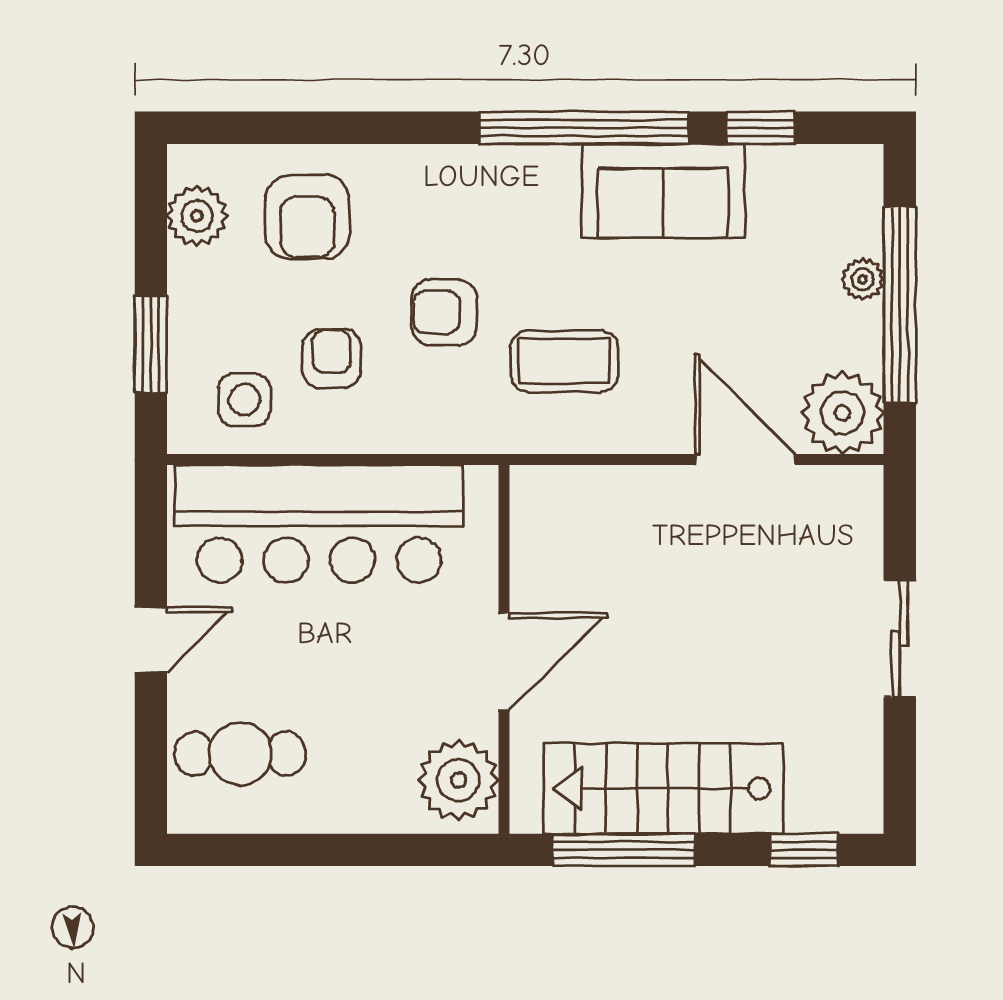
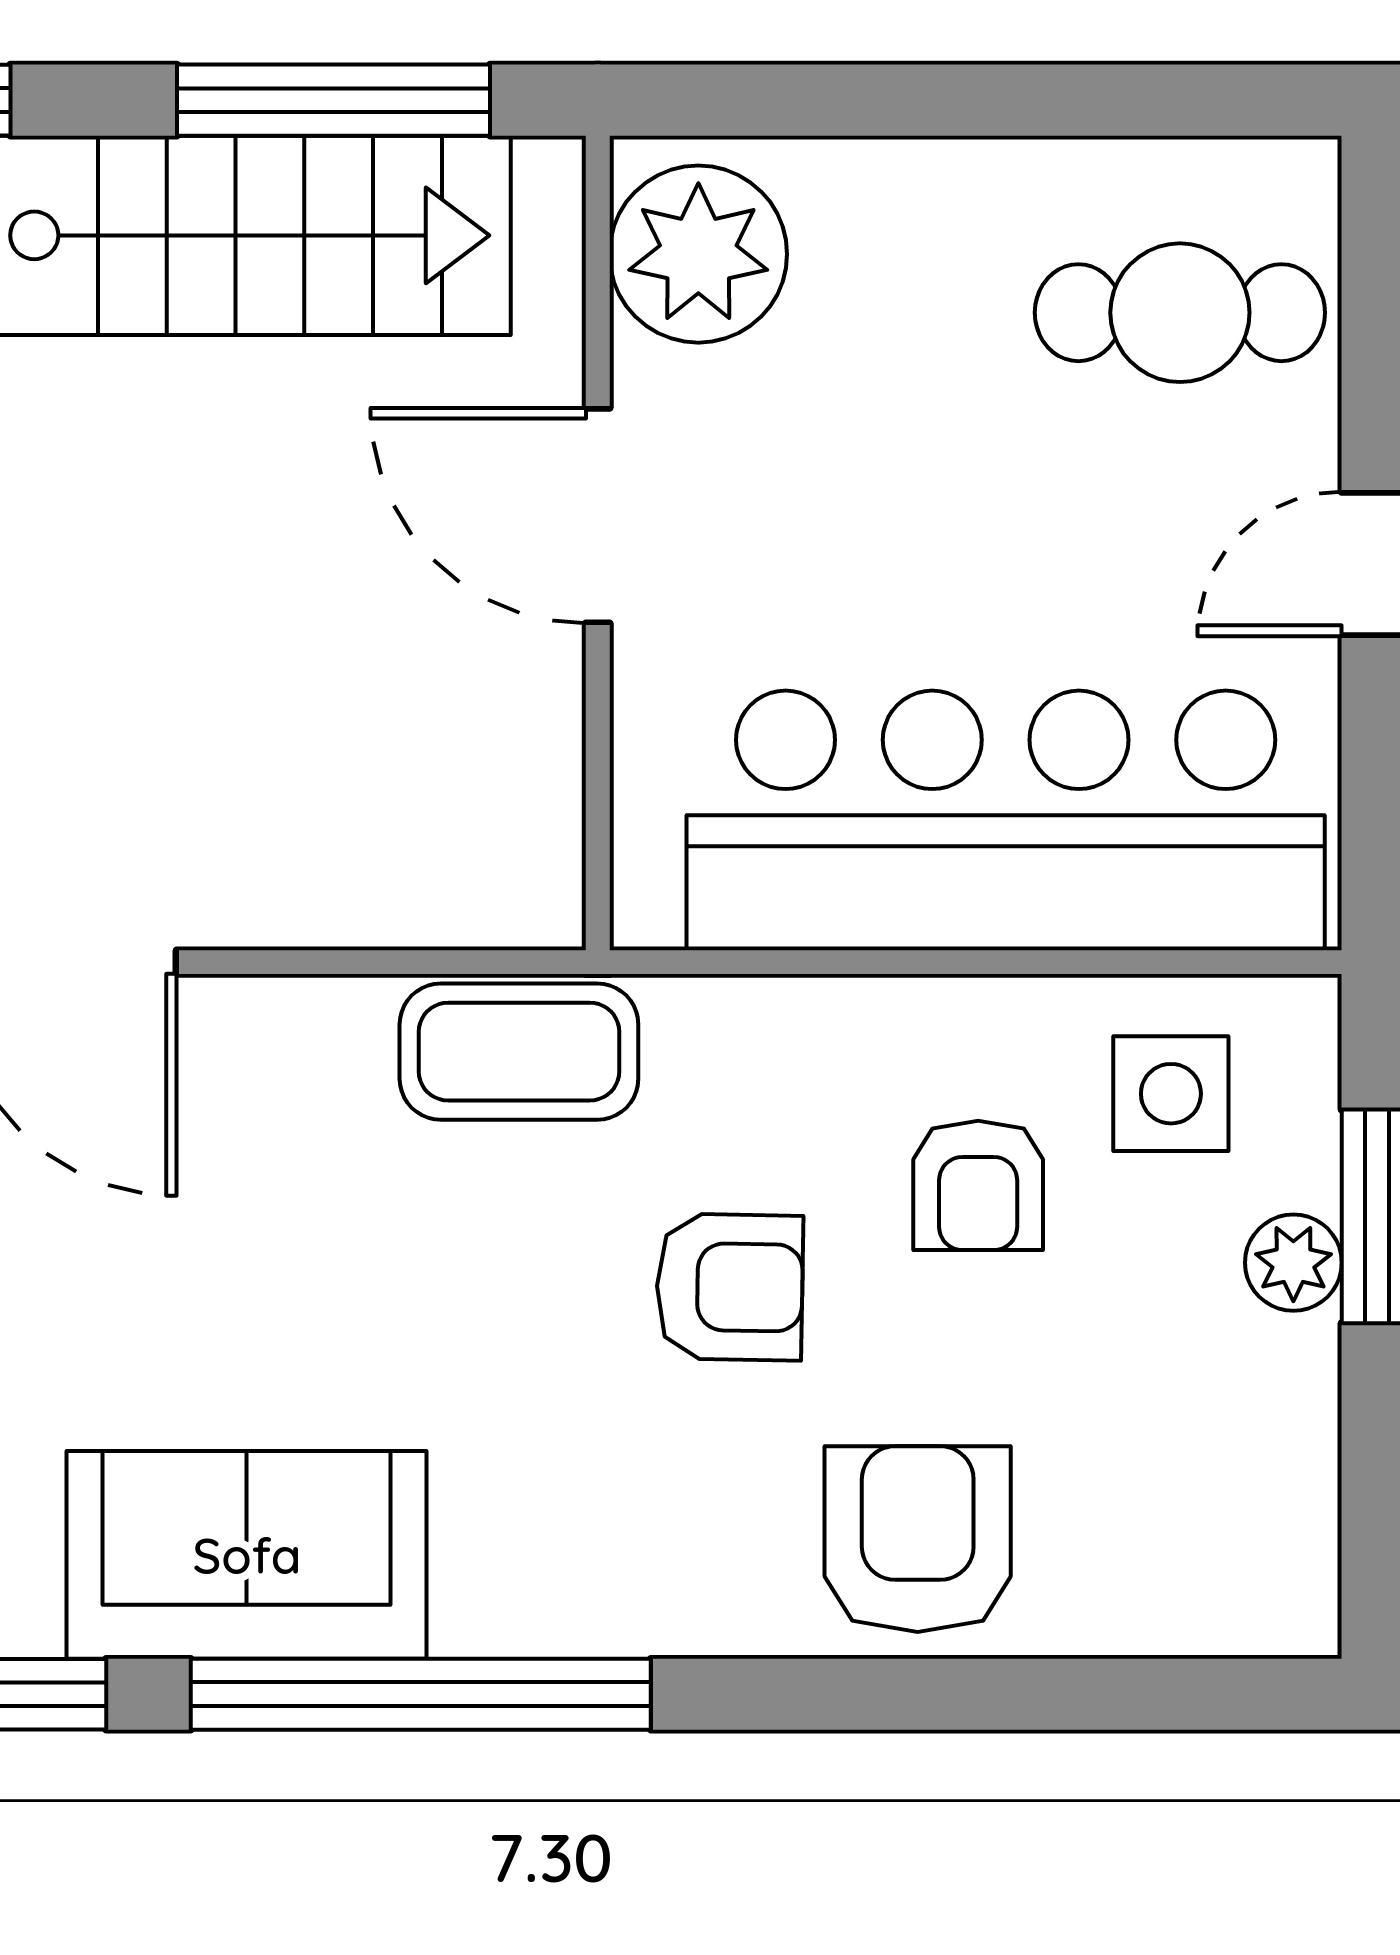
plant: (197, 216) -> (1293, 1263), moved, width x0.73, depth x0.73
armchair: (307, 217) -> (918, 1539), moved
coffee table: (564, 361) -> (519, 1052), moved
door: (504, 662) -> (598, 516), hinge flipped

